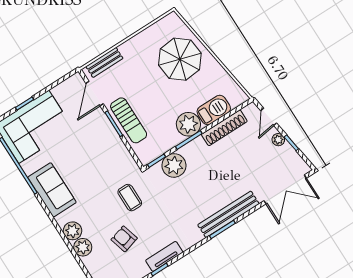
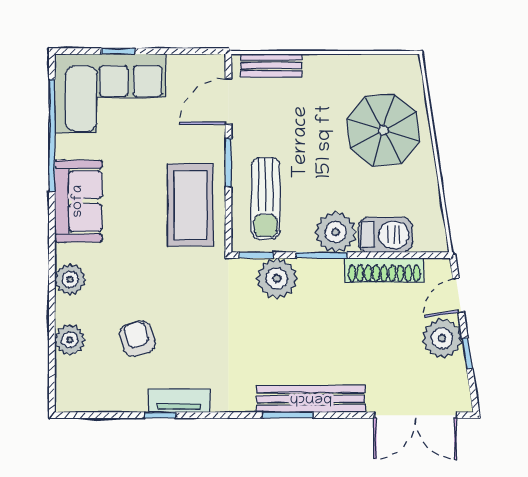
sun lounger: (129, 120) -> (266, 198), moved
plant: (278, 140) -> (442, 338), width x1.88, depth x1.88
coffee table: (130, 198) -> (190, 205), moved, width x1.86, depth x1.72
plant: (83, 247) -> (70, 340), moved

